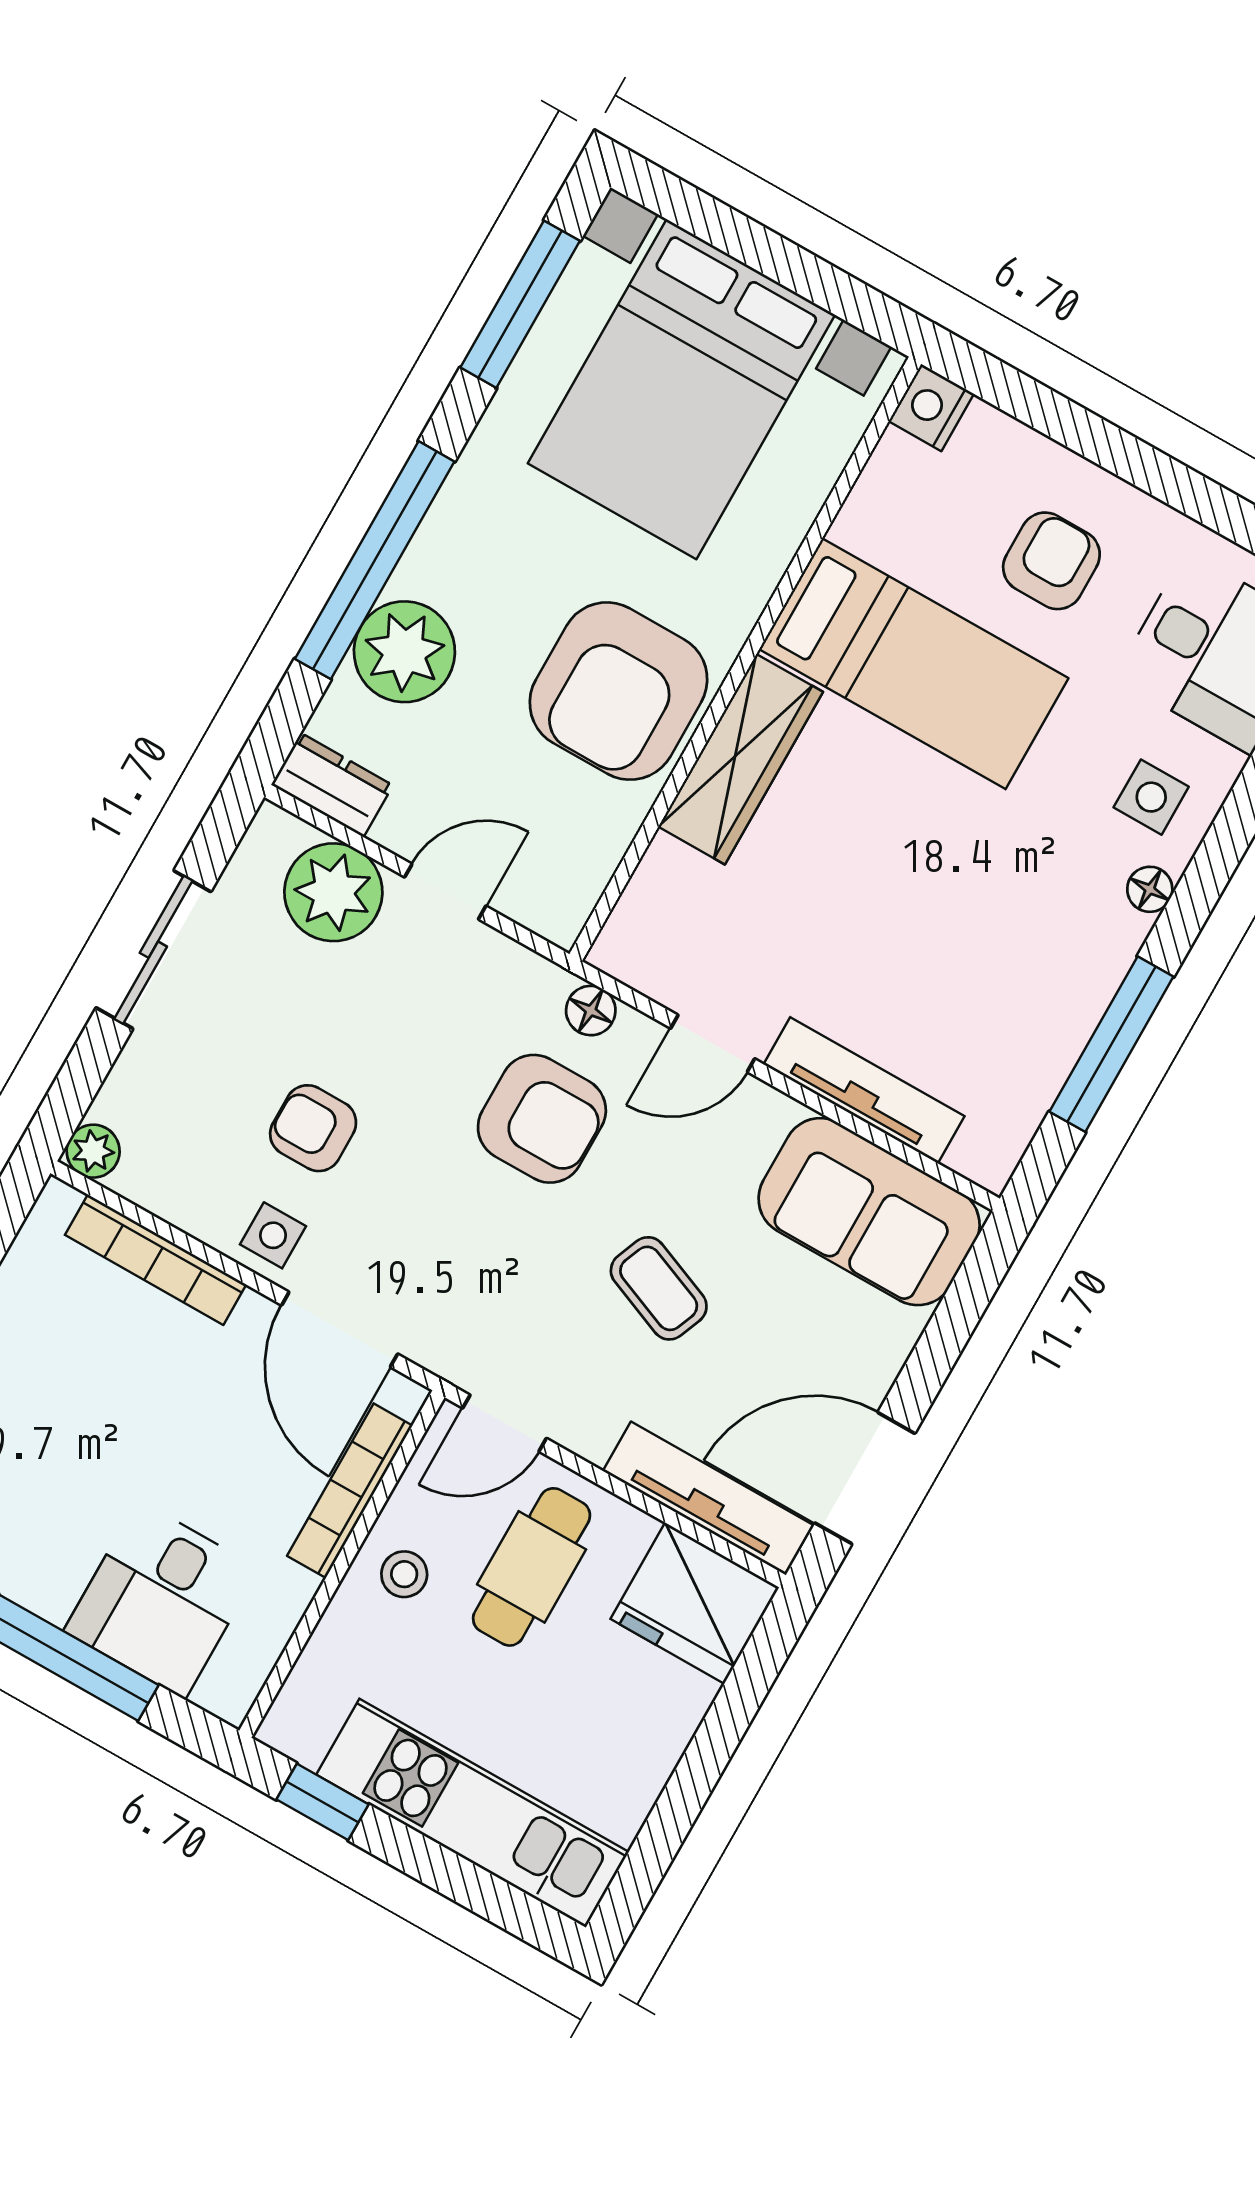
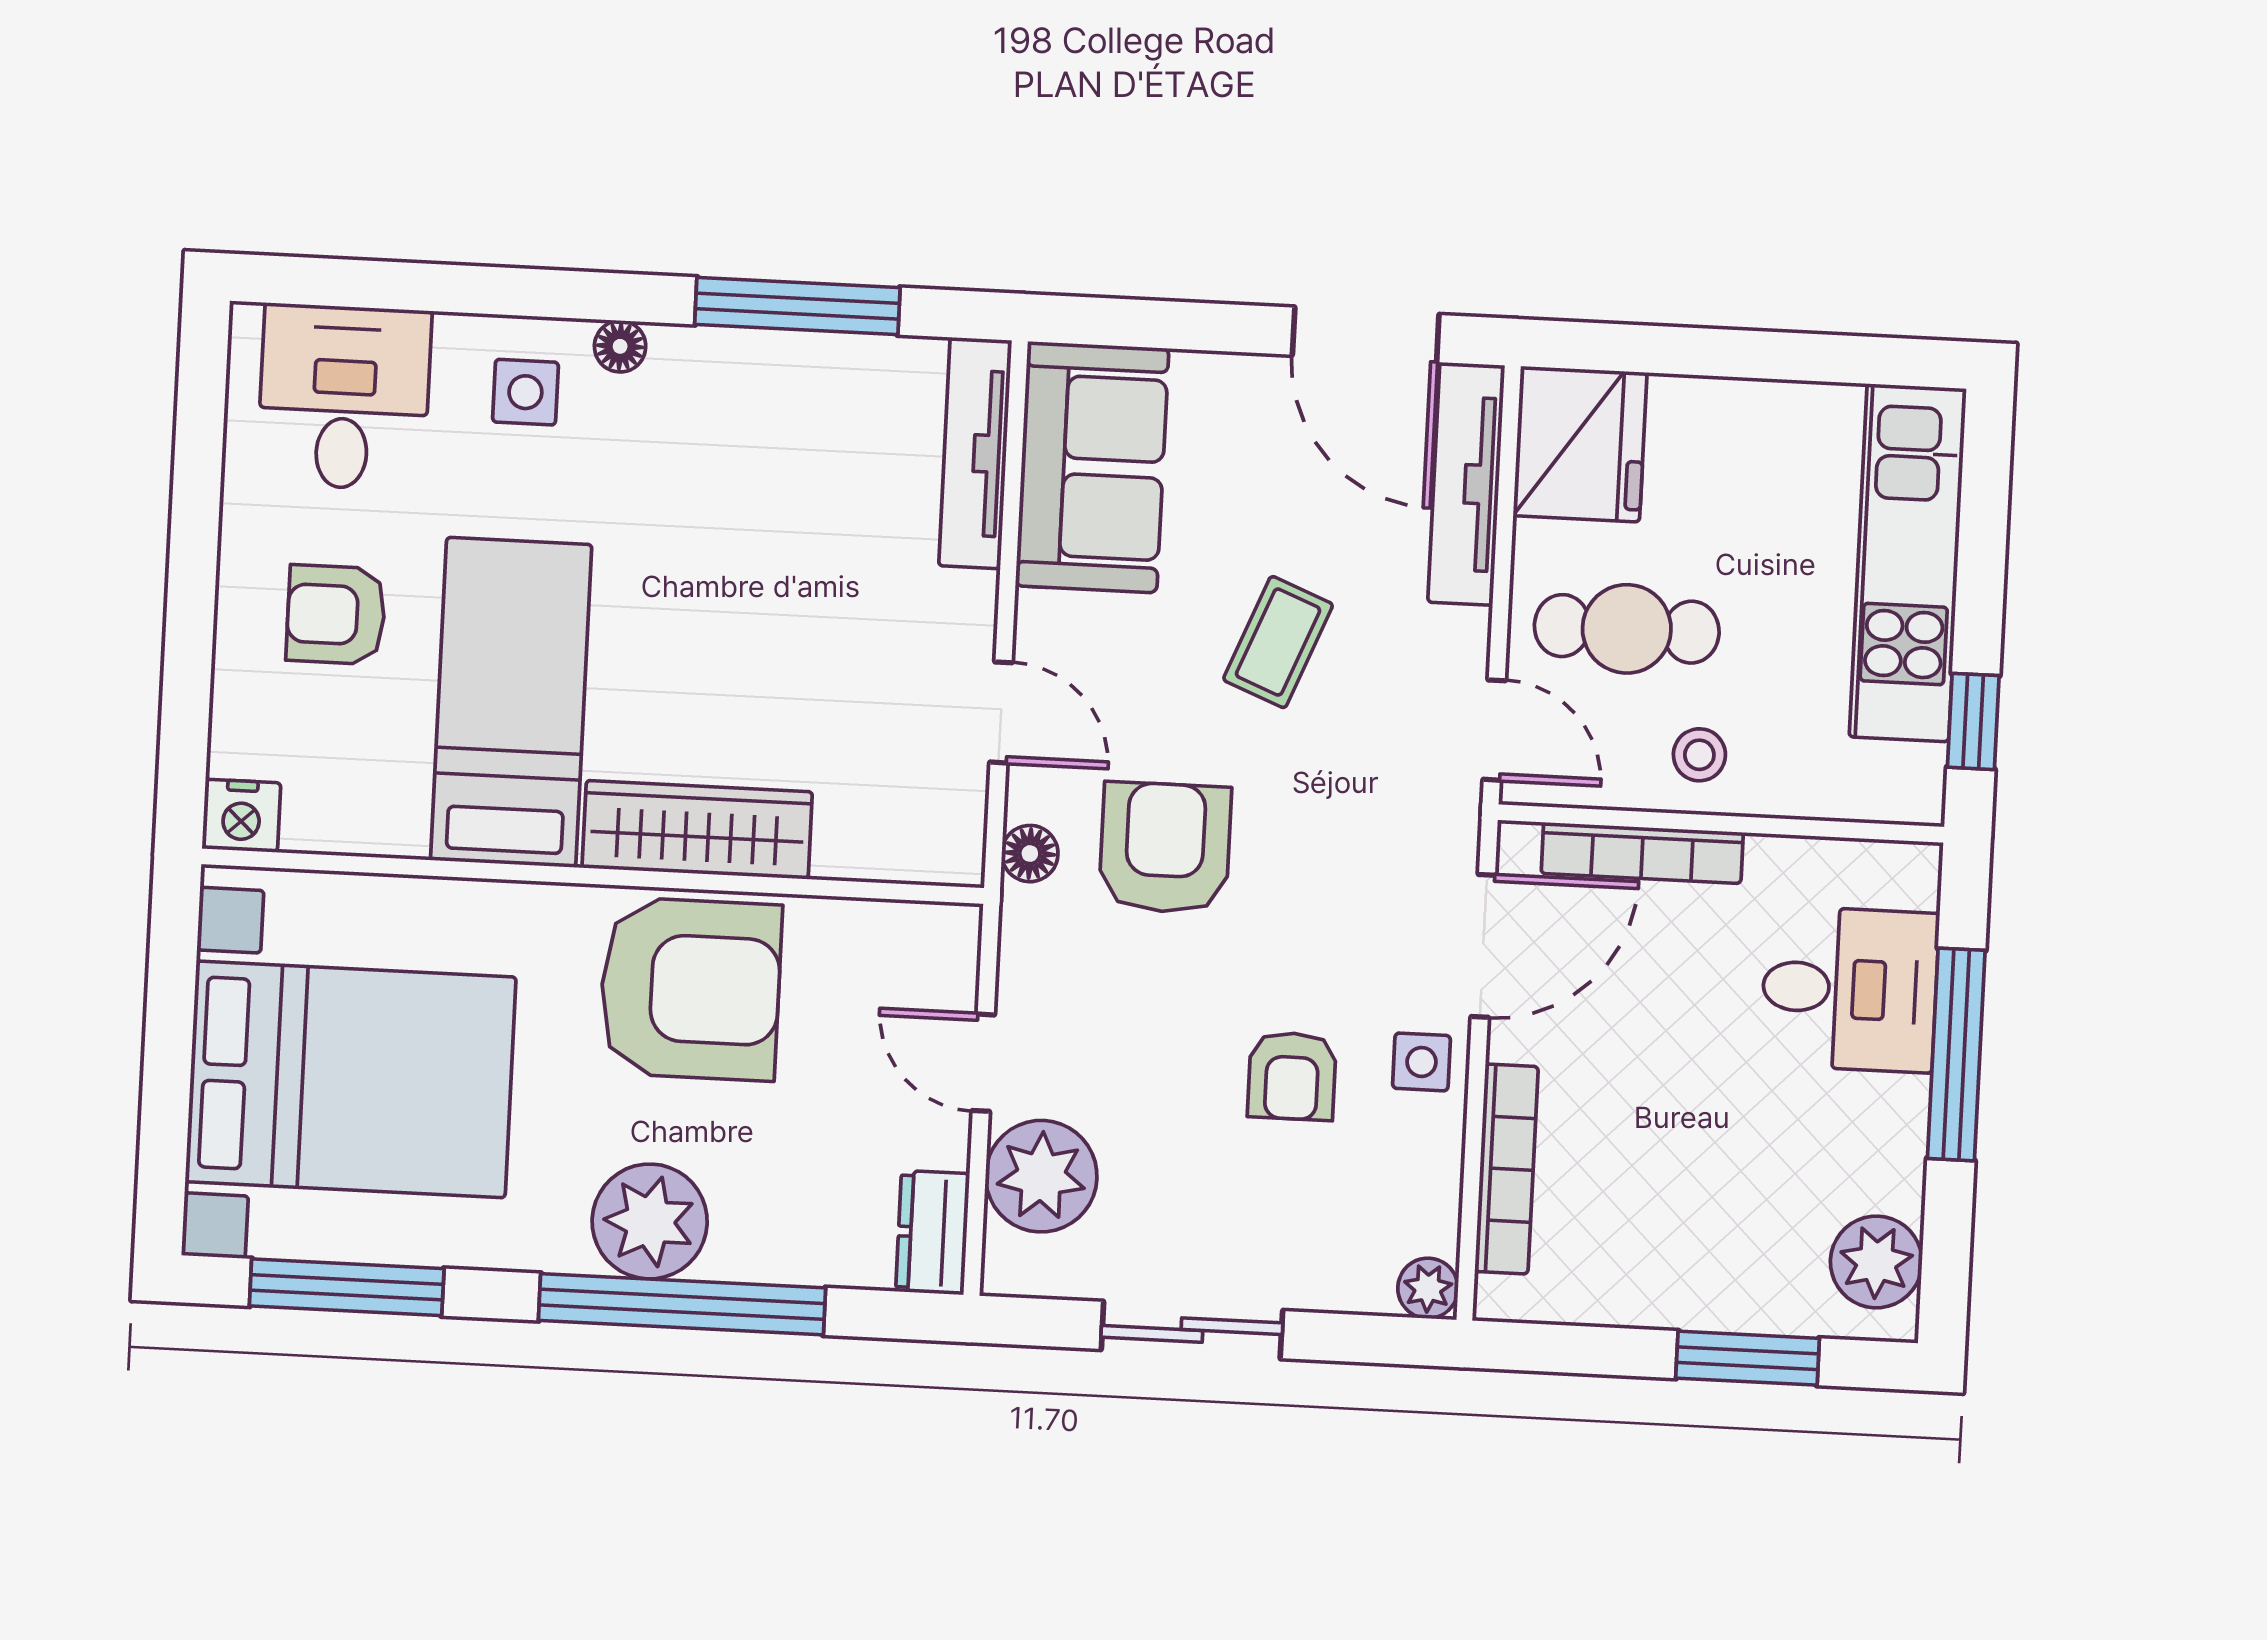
plant: (404, 652) -> (650, 1221), moved
tv unit: (864, 1090) -> (975, 453), moved

